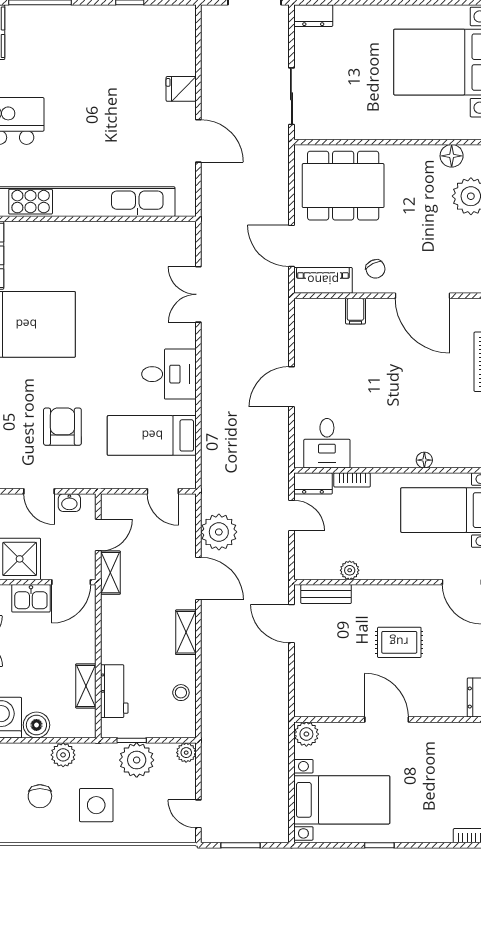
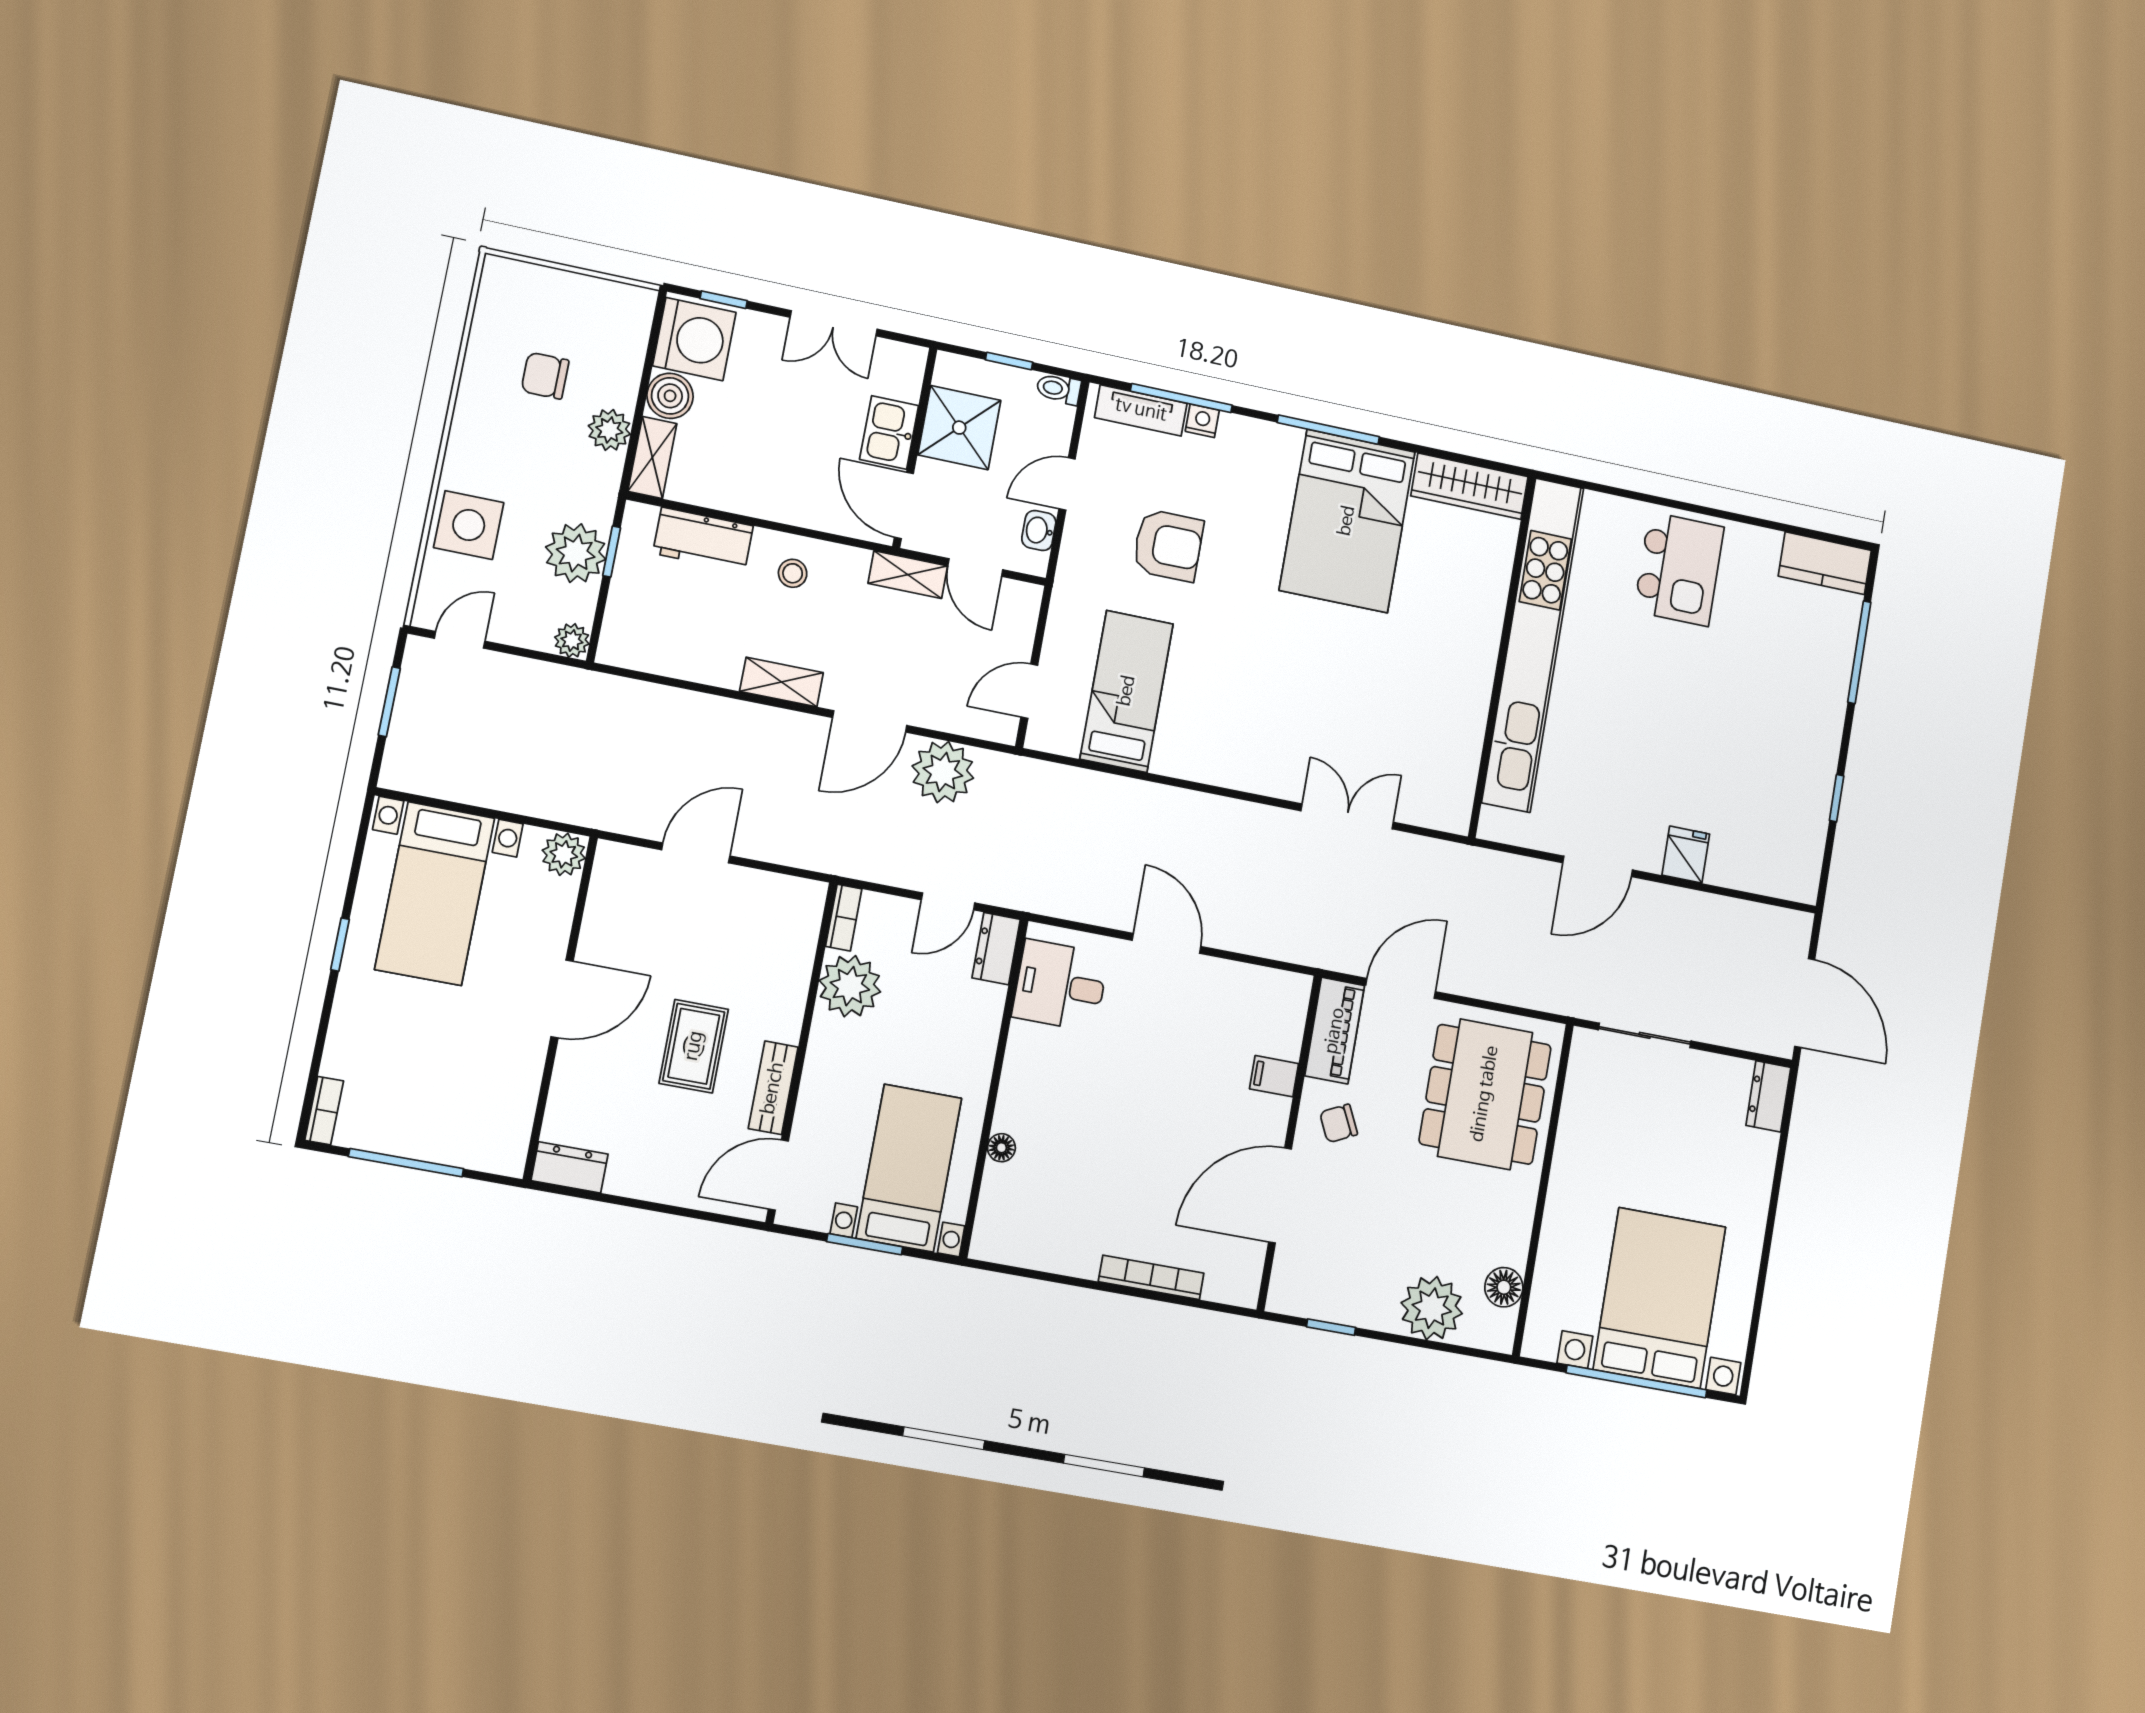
desk: (169, 374) -> (1224, 741), removed
bookcase: (352, 480) -> (844, 918), moved, turned 180
plant: (350, 570) -> (850, 986), width x1.87, depth x1.87
bench: (326, 594) -> (773, 1088), moved
door: (291, 624) -> (696, 853), moved
shelving: (86, 686) -> (652, 457), moved, turned 90
stool: (181, 693) -> (793, 573), moved
side table: (96, 805) -> (469, 525), moved

